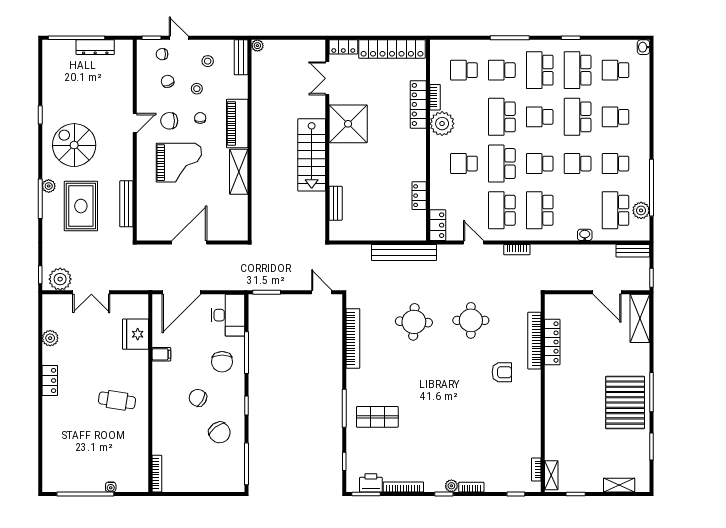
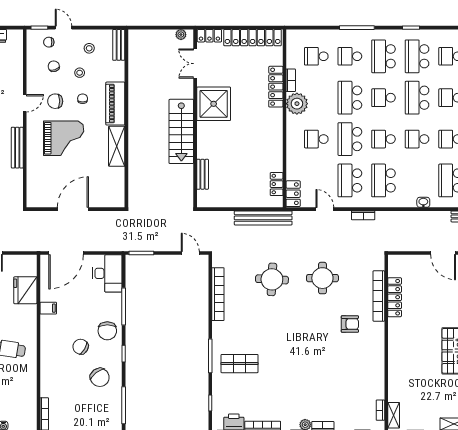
plant: (257, 46) -> (181, 35), moved
locker: (419, 196) -> (277, 184), moved
bench: (126, 204) -> (17, 148), moved
chair: (222, 362) -> (107, 331), moved

